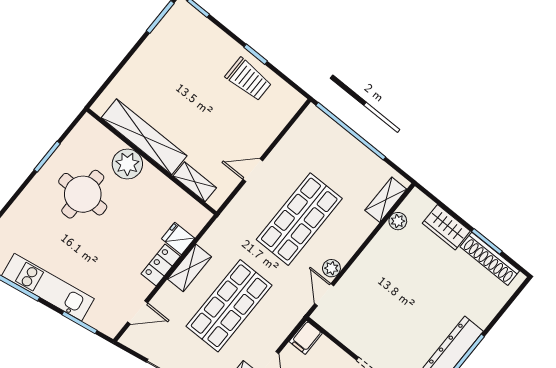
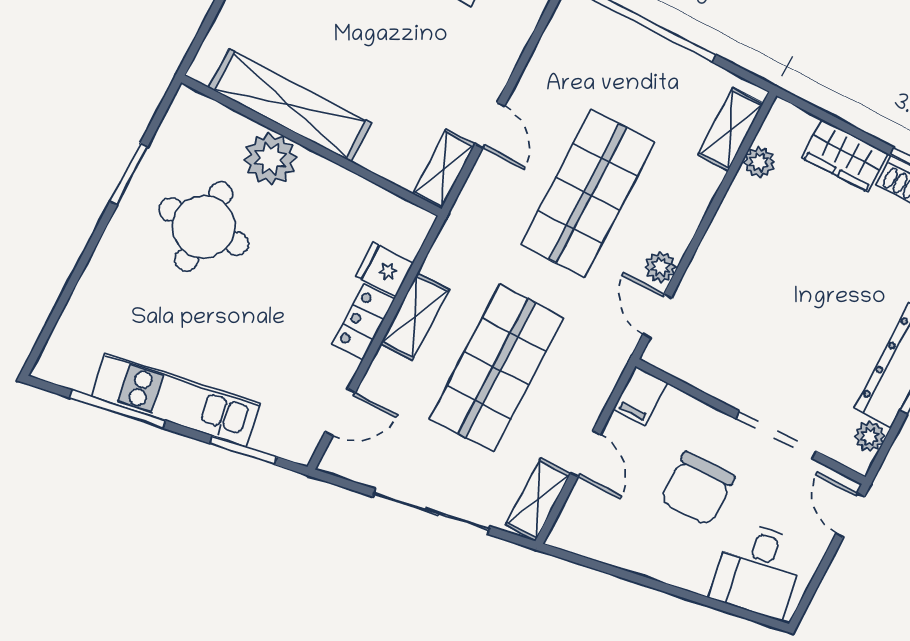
door: (253, 170) -> (490, 125), swing flipped
shelving: (195, 182) -> (444, 169), moved, turned 90

